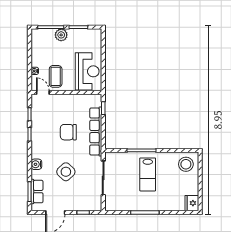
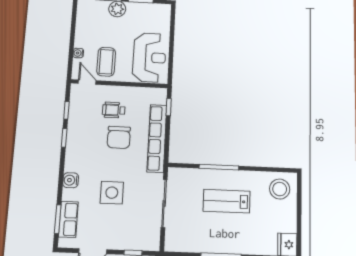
wheelchair: (63, 112) -> (114, 110), added
chair: (68, 132) -> (119, 137), turned -90
side table: (66, 172) -> (112, 193), turned 45
lab bench: (148, 174) -> (227, 201), turned 90

